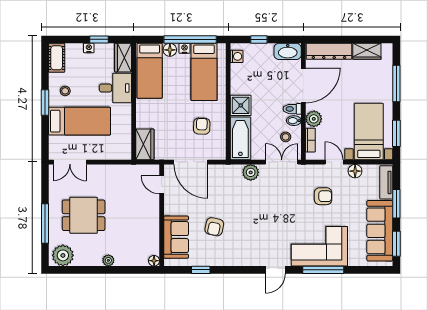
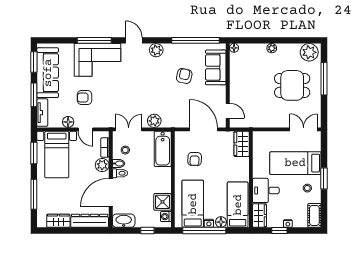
shower: (241, 105) -> (163, 202), moved
double door: (282, 162) -> (129, 129), swing flipped
armchair: (323, 196) -> (84, 97), moved
plant: (248, 258) -> (156, 50), added
window: (201, 270) -> (195, 40), width x3.17
door: (275, 270) -> (134, 40), hinge flipped

